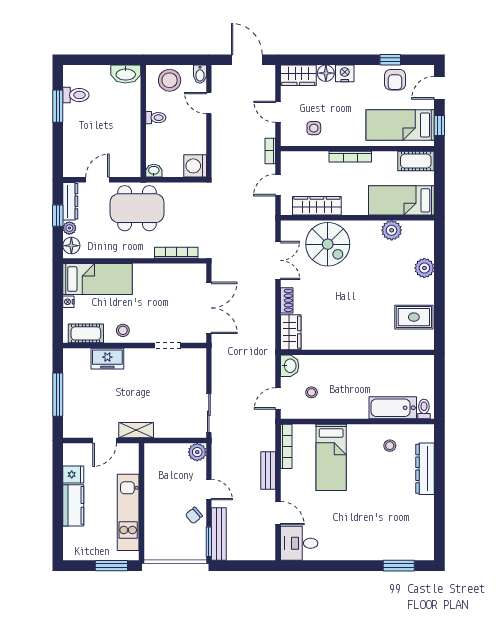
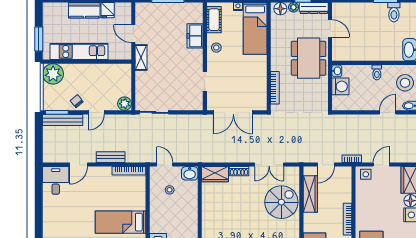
side table: (314, 128) -> (366, 174), moved
washing machine: (195, 166) -> (340, 86), moved, turned 90
door: (278, 185) -> (326, 165), swing flipped
spiral stairs: (328, 244) -> (281, 202), turned 180
bed: (331, 457) -> (121, 222), moved
plant: (158, 547) -> (53, 74), added

